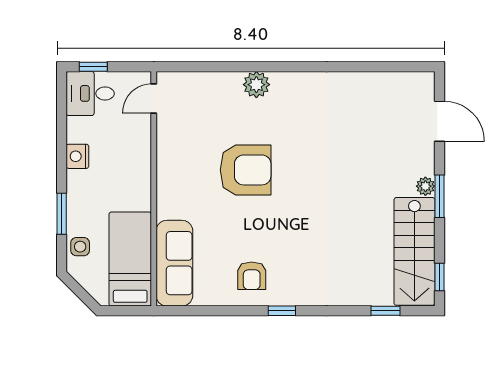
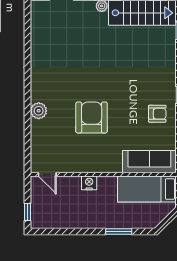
desk: (90, 93) -> (44, 214), removed
nightstand: (77, 156) -> (89, 183), moved, turned 180
side table: (80, 247) -> (139, 220), removed

